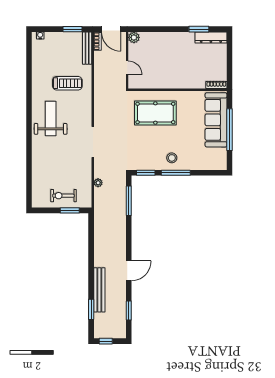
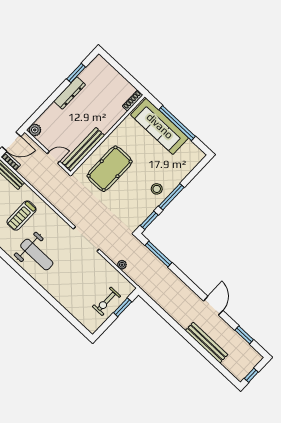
dresser: (211, 37) -> (70, 93), moved
treadmill: (67, 83) -> (22, 216), turned 180
bench: (152, 83) -> (84, 149), added
weight bench: (51, 118) -> (37, 255), turned 180
window: (91, 309) -> (216, 363), removed

